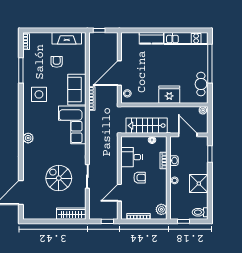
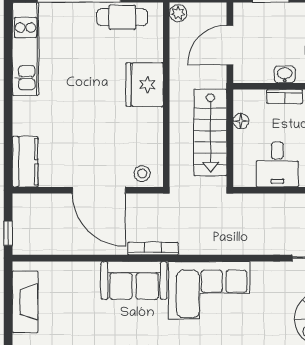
kitchen counter: (151, 38) -> (25, 162), moved
armchair: (57, 62) -> (75, 323), removed

